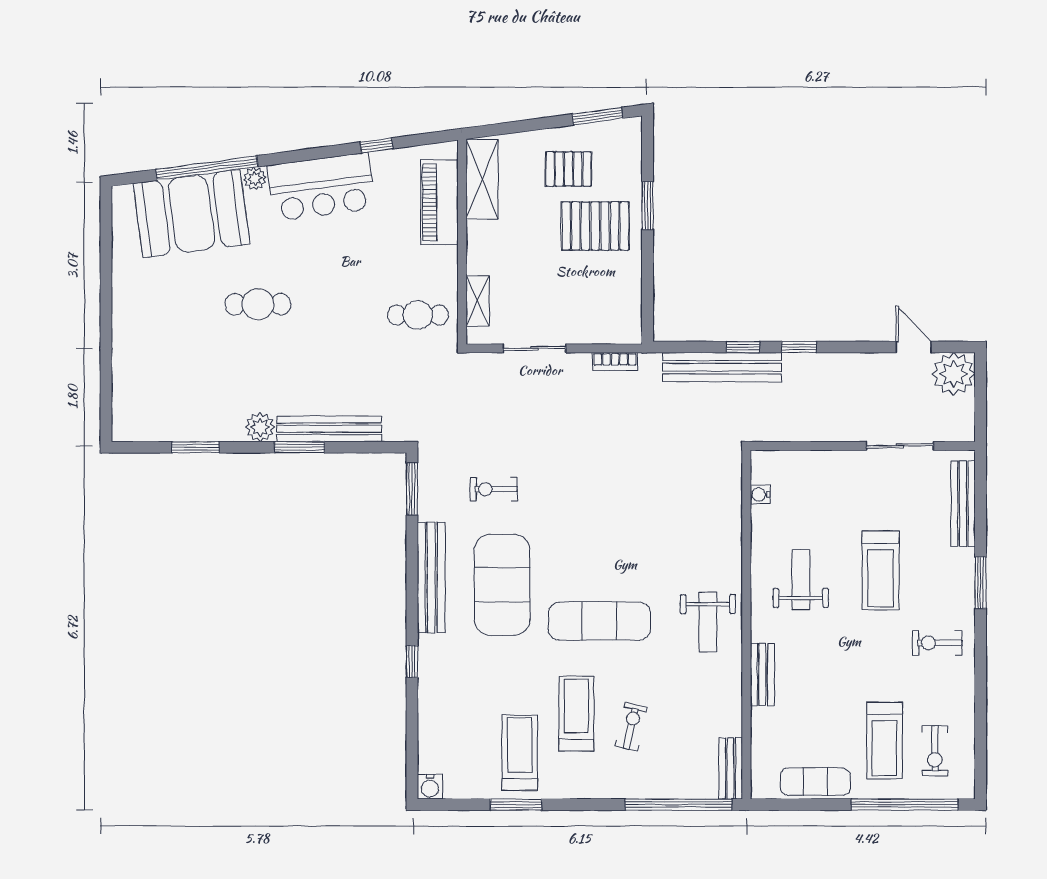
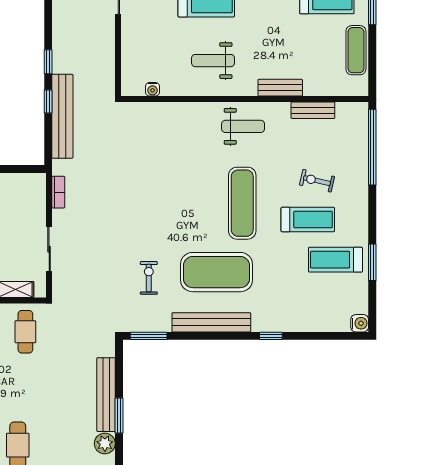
exercise bike: (494, 489) -> (149, 278), turned 180
treadmill: (576, 714) -> (308, 220), turned 180
bench: (731, 768) -> (313, 110), moved

